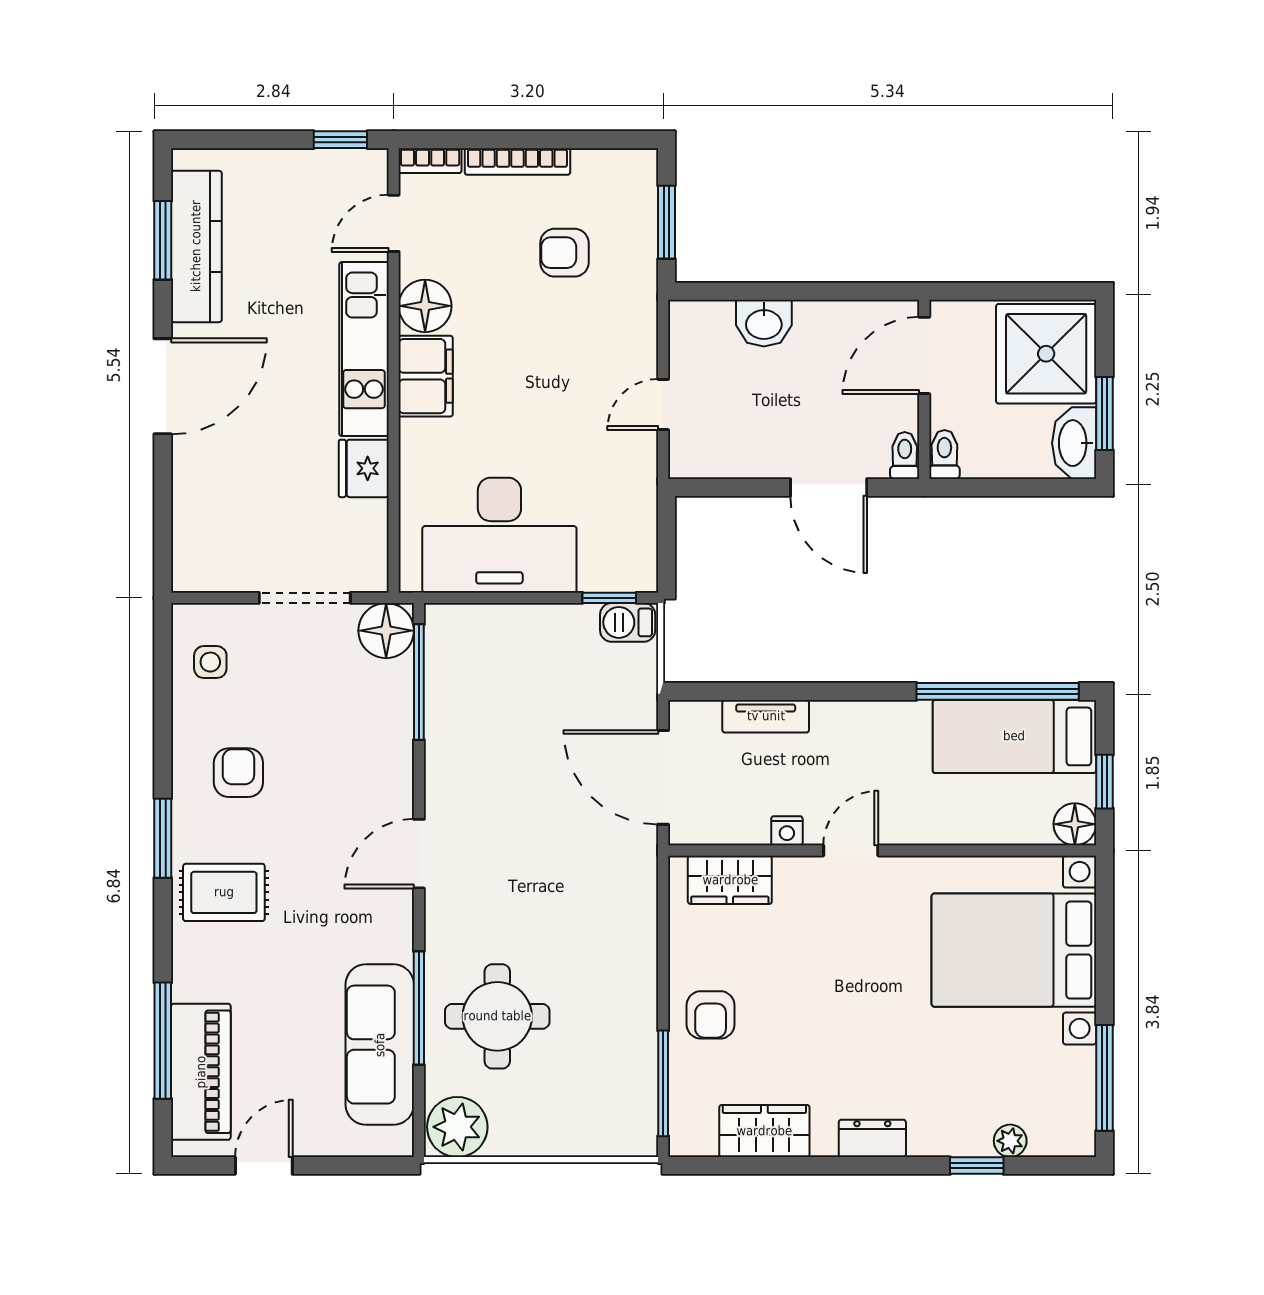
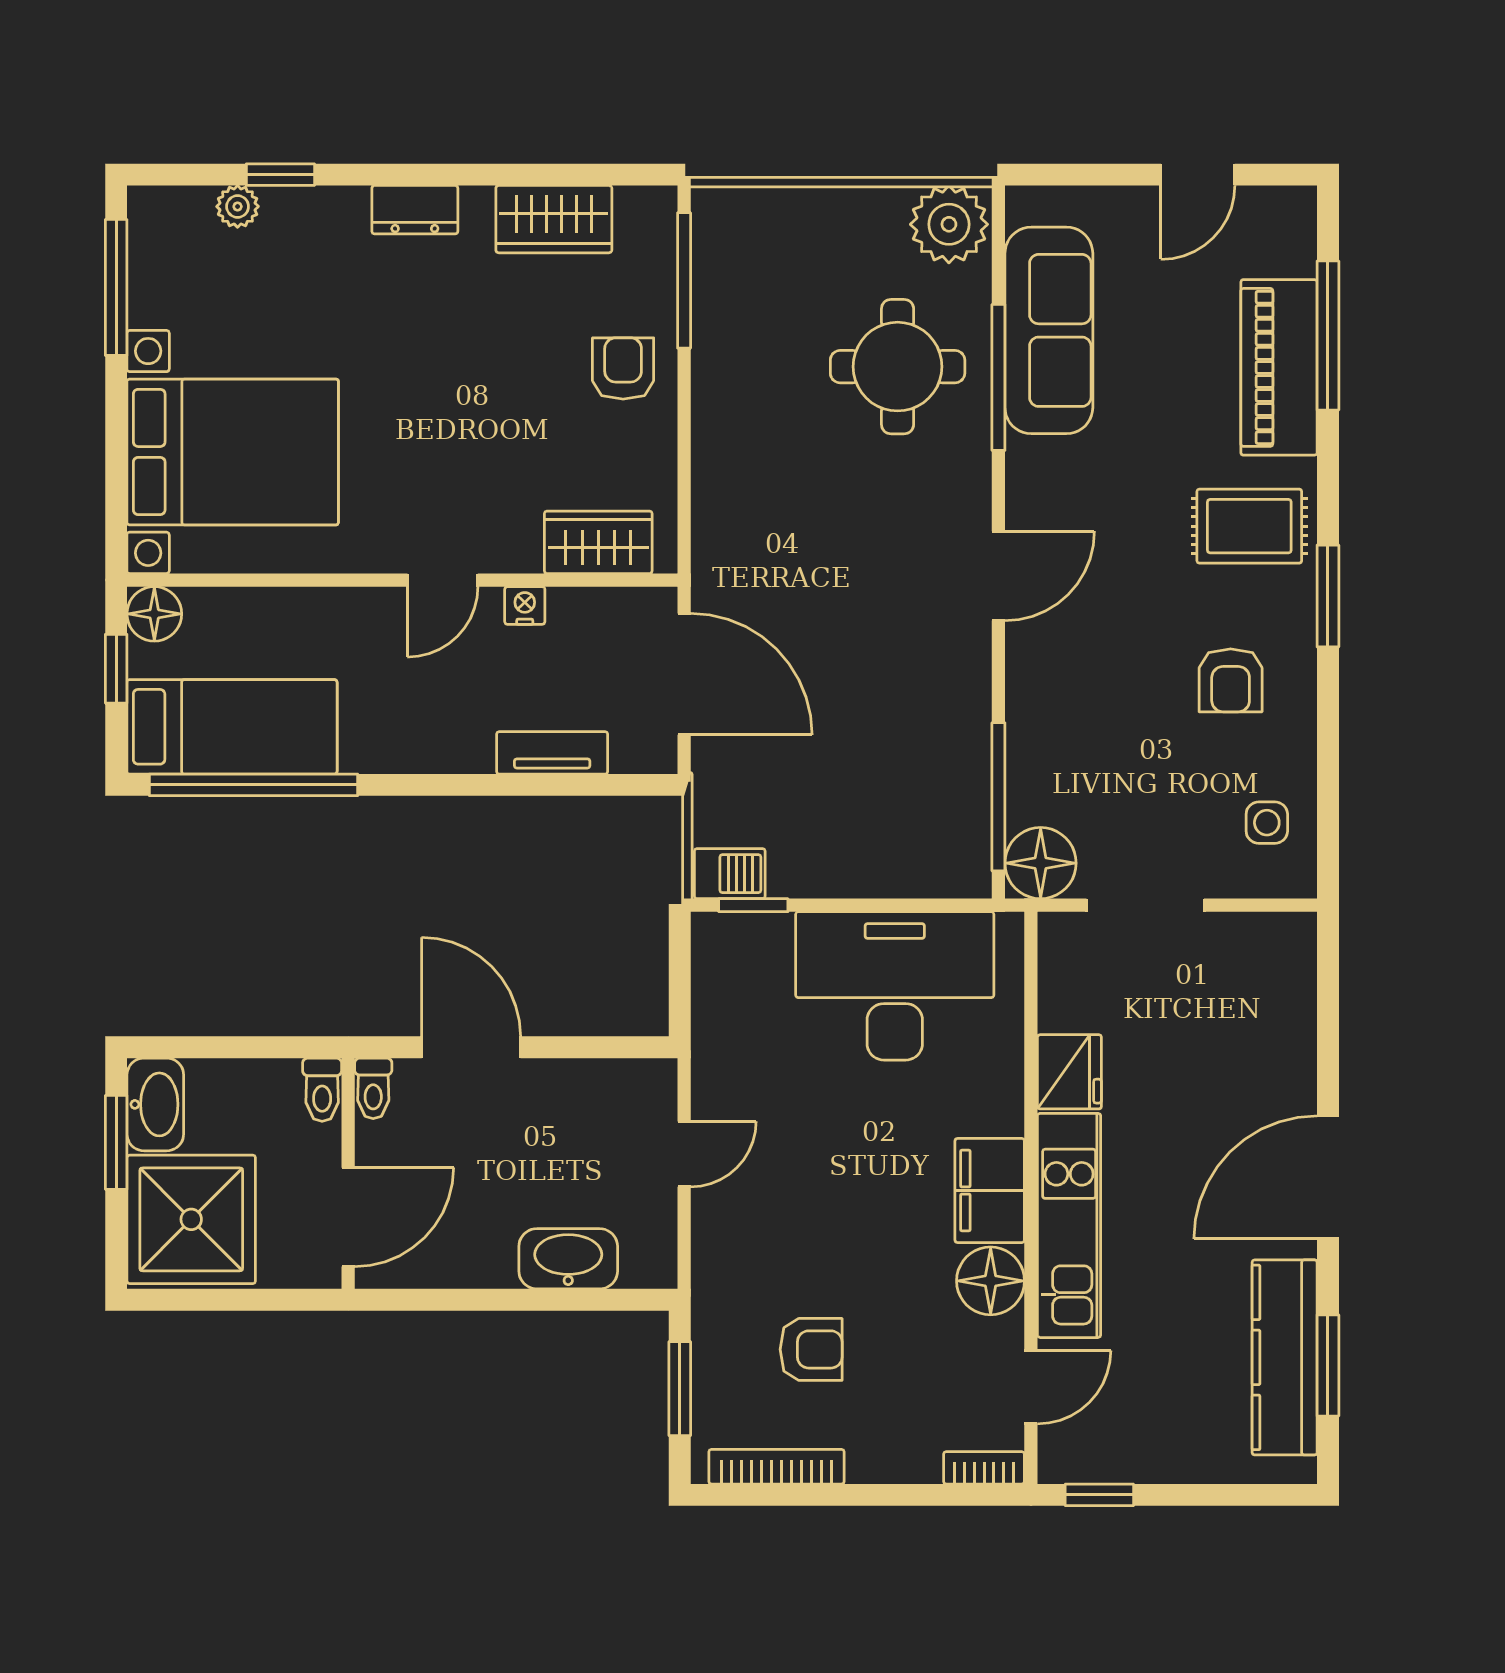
bookcase: (517, 162) -> (776, 1467), moved
washbasin: (764, 323) -> (568, 1259), width x1.38
piano: (201, 1072) -> (1279, 367), moved

